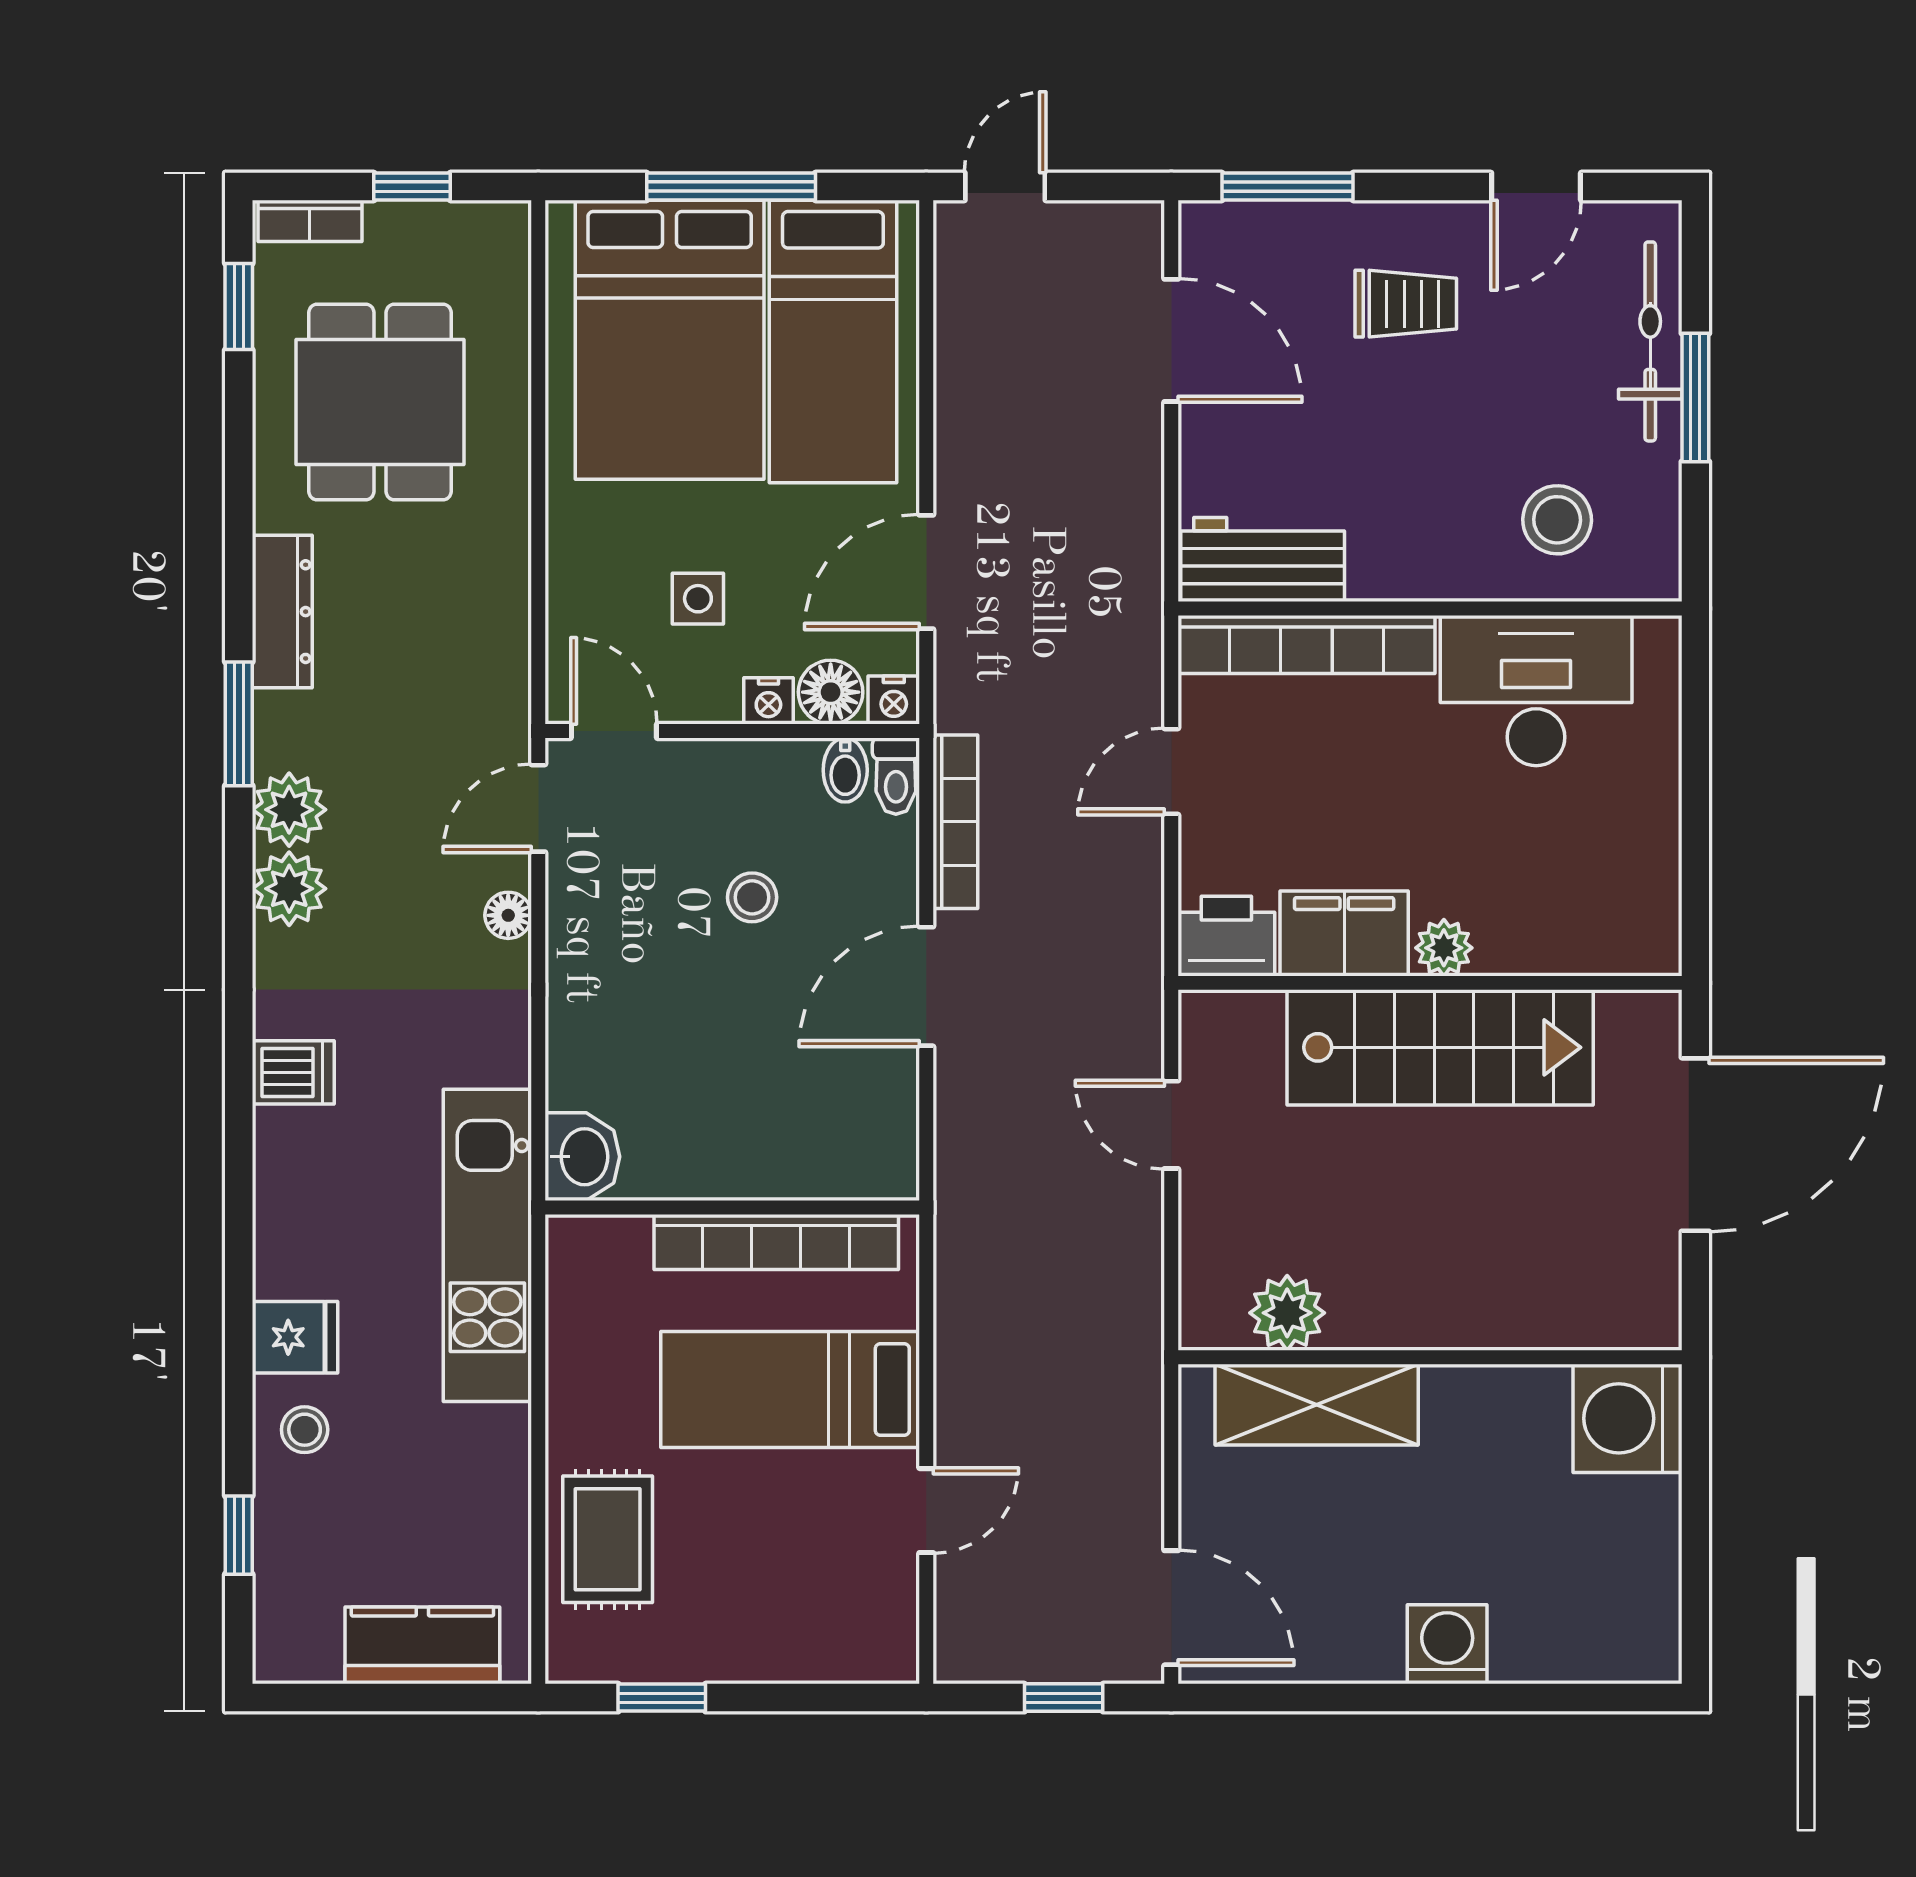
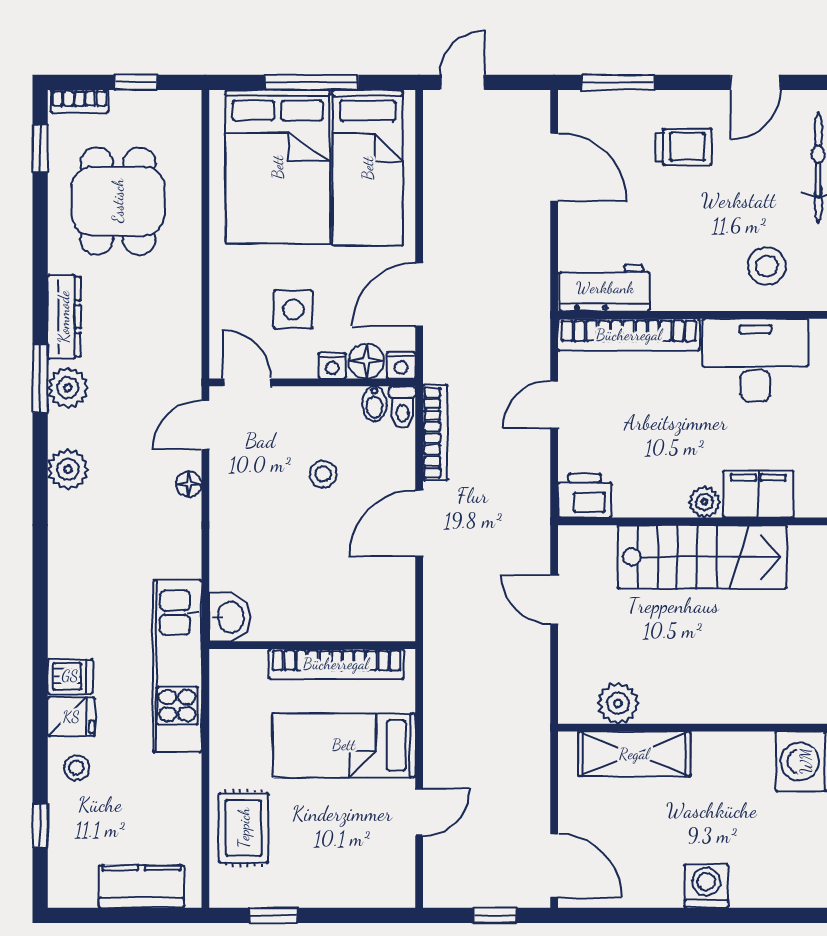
side table: (698, 599) -> (293, 309), width x1.37, depth x1.37
plant: (289, 810) -> (68, 388), moved
filing cabinet: (1344, 933) -> (758, 494), moved
dishwasher: (293, 1072) -> (70, 676), moved

